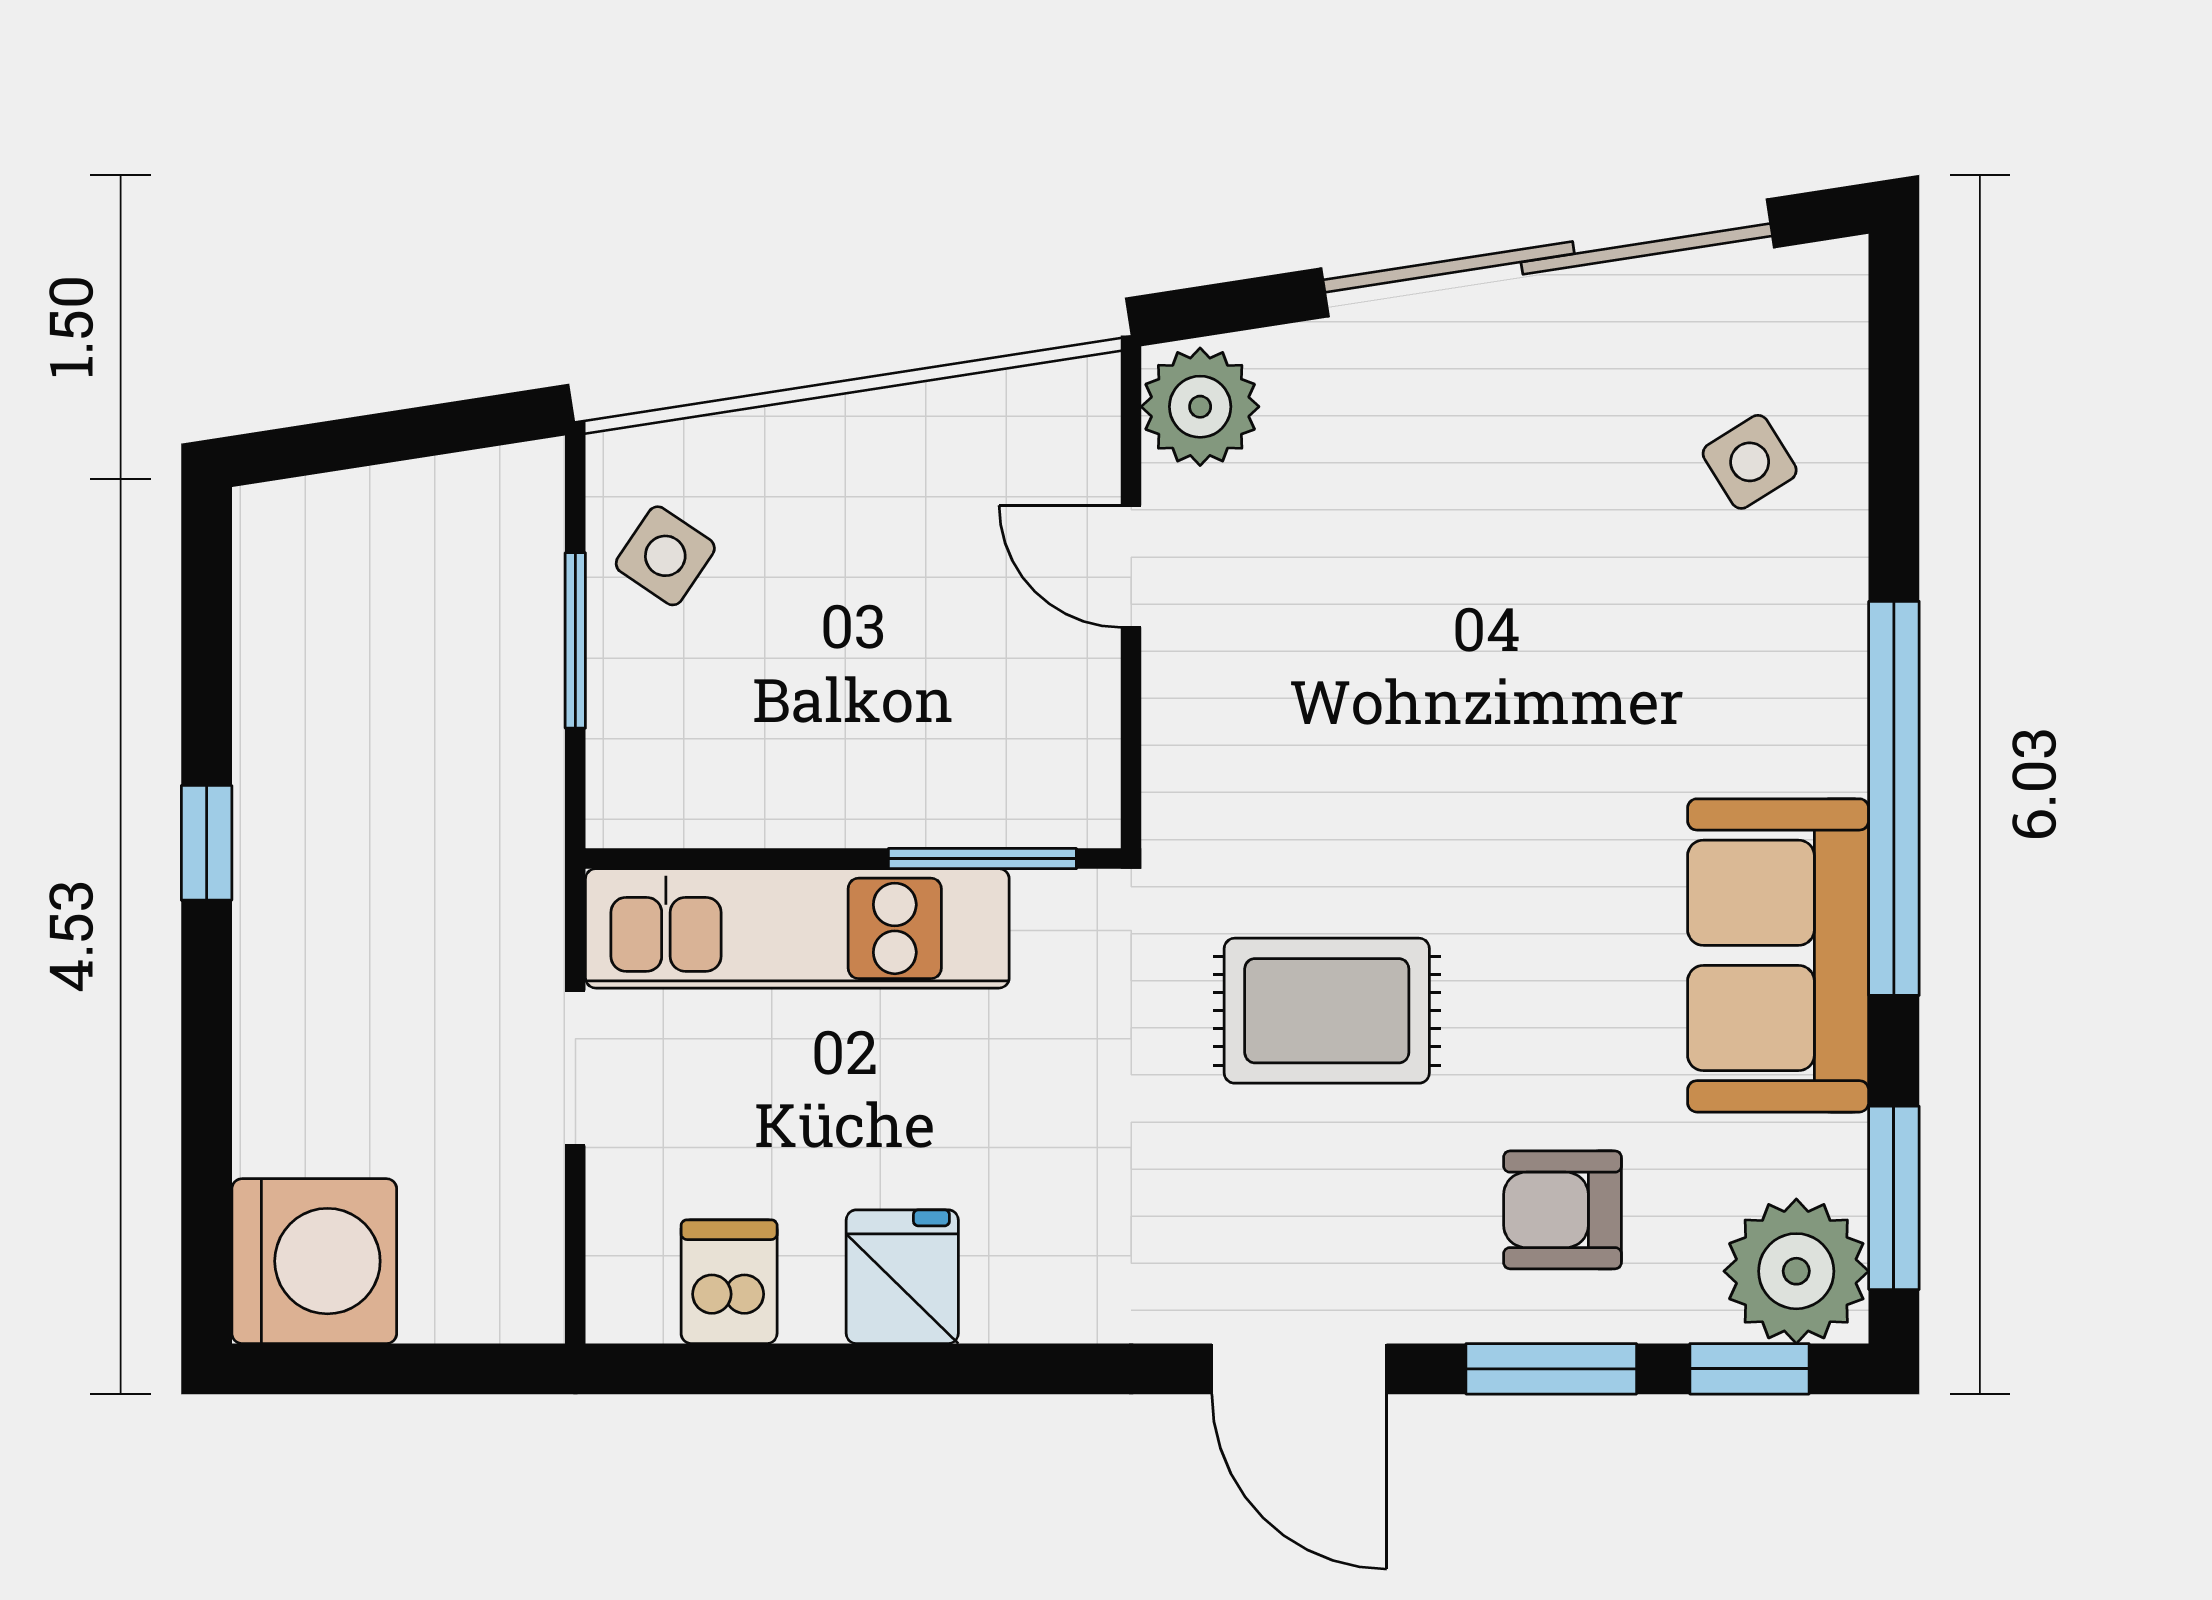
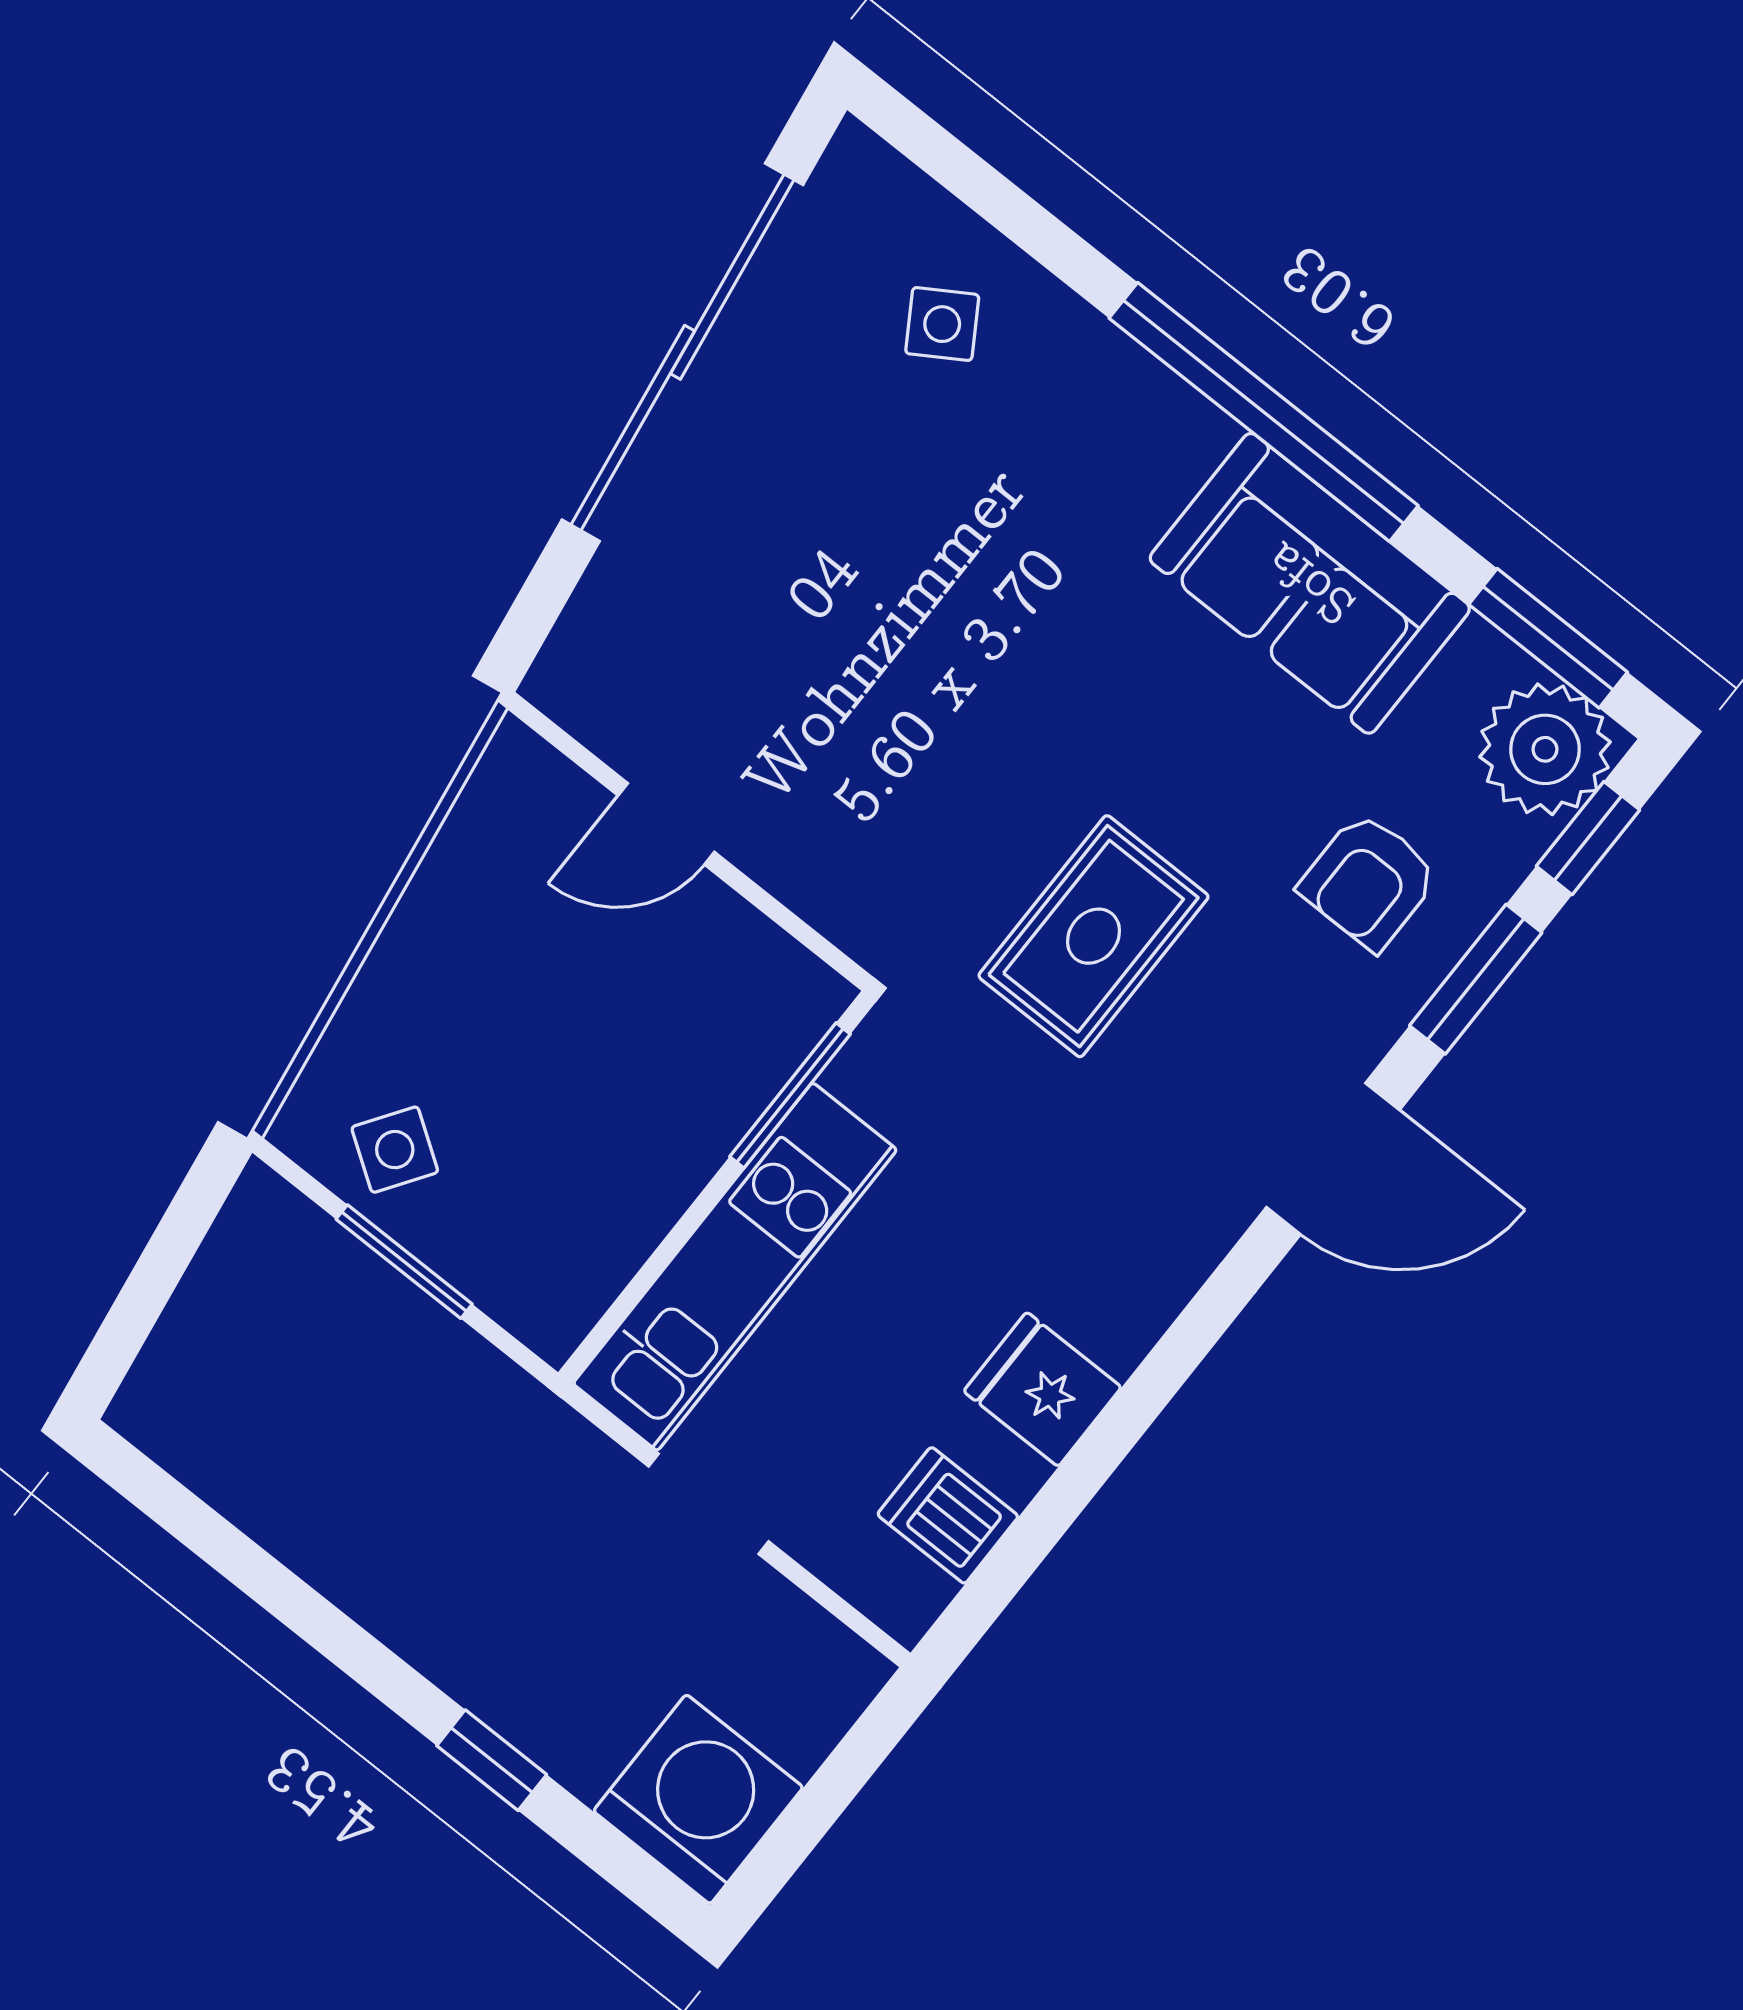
plant: (1200, 407) -> (592, 684), removed
window: (207, 843) -> (492, 1760), moved

